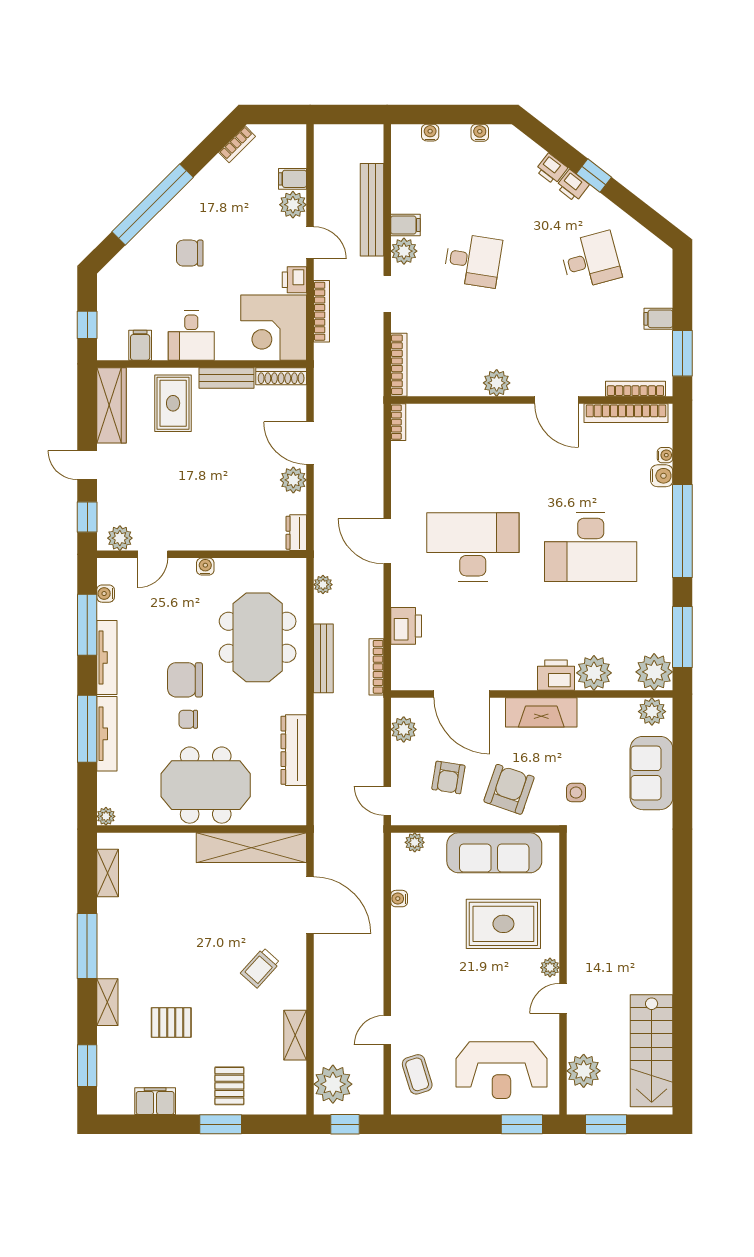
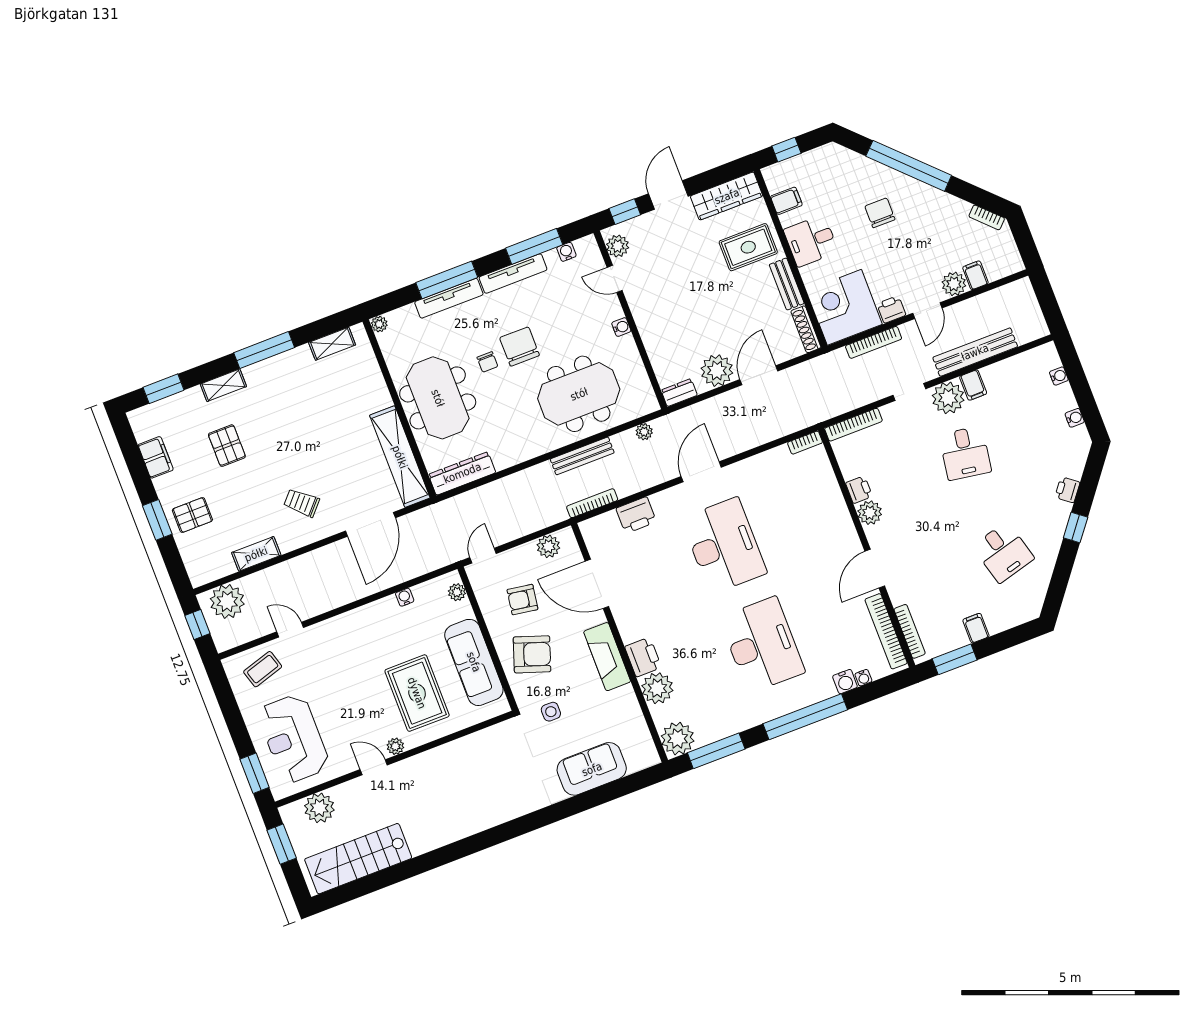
printer: (573, 186) -> (859, 490), moved, turned 142
plant: (404, 251) -> (948, 398), width x1.36, depth x1.36
door: (87, 465) -> (668, 195), width x1.37
plant: (293, 480) -> (717, 371), width x1.36, depth x1.36
desk: (591, 547) -> (762, 645), turned 180
door: (462, 694) -> (597, 584), hinge flipped
plant: (652, 712) -> (644, 749), removed
chair: (188, 719) -> (487, 362), turned 180
dresser: (294, 750) -> (462, 473), moved

